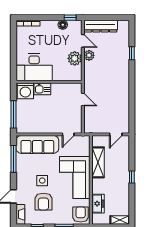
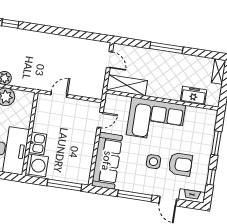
door: (68, 134) -> (100, 120), hinge flipped
window: (13, 159) -> (135, 196), moved
shelving: (98, 162) -> (127, 85), moved
window: (132, 177) -> (166, 48), width x2.17
armchair: (81, 214) -> (204, 120), removed

